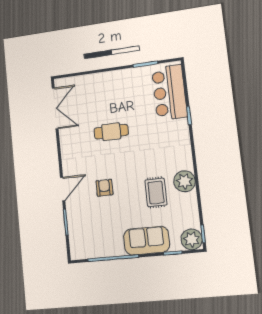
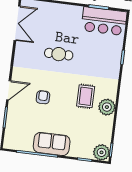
bar counter: (169, 92) -> (104, 21), moved, turned -90
rug: (156, 192) -> (86, 96), moved
sofa: (146, 241) -> (52, 144), moved

